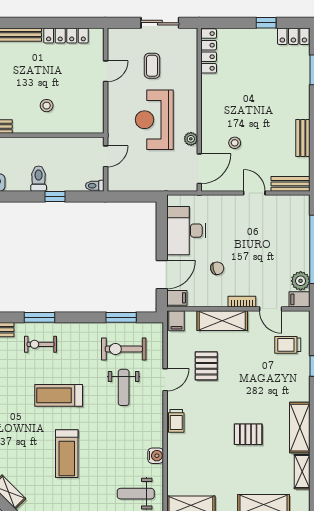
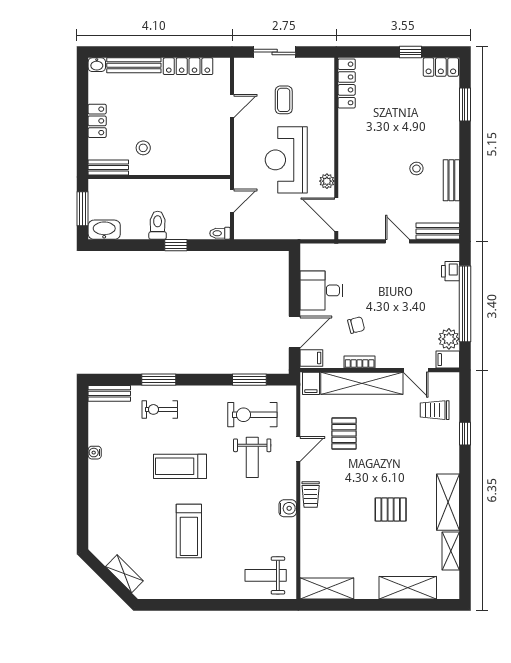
sliding door: (160, 23) -> (275, 52), moved
stool: (47, 106) -> (143, 148), moved
stool: (235, 143) -> (416, 169), moved
door: (199, 169) -> (336, 214), swing flipped
printer: (302, 220) -> (450, 271), added
desk: (186, 231) -> (321, 290), width x0.73
bookcase: (242, 302) -> (360, 362), moved
shelving: (222, 321) -> (362, 383), width x1.47
water cooler: (156, 456) -> (288, 508), moved

